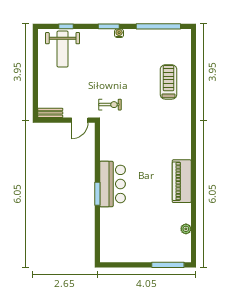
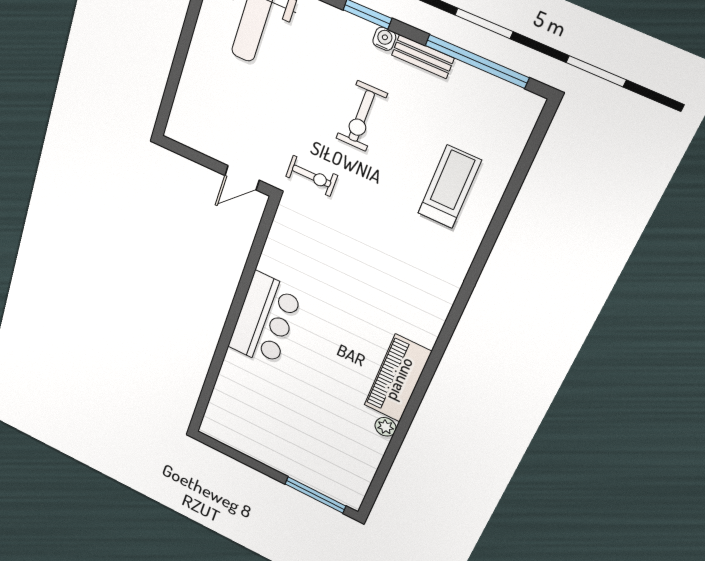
exercise bike: (122, 69) -> (362, 116), added
bench: (50, 113) -> (423, 57), moved
window: (97, 194) -> (231, 323), removed
plant: (186, 229) -> (386, 427), moved

